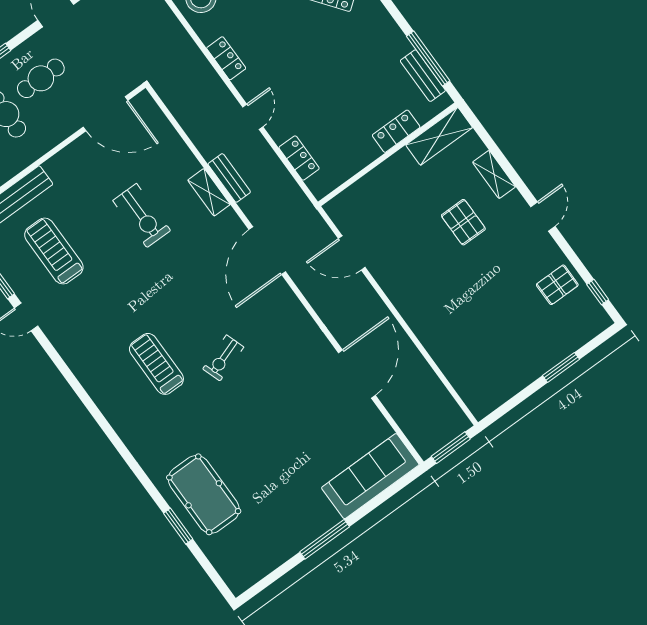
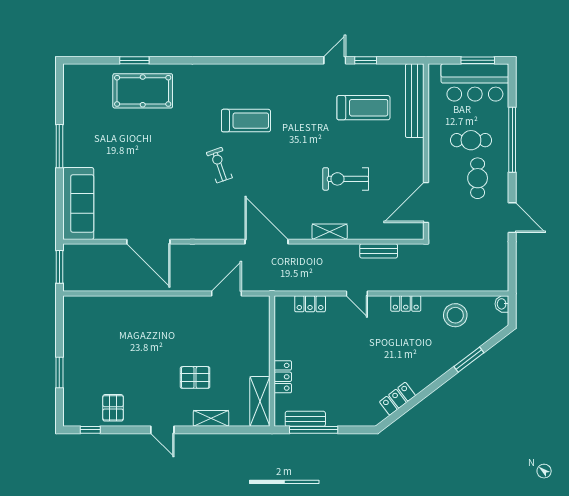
bench: (229, 178) -> (379, 251), moved

